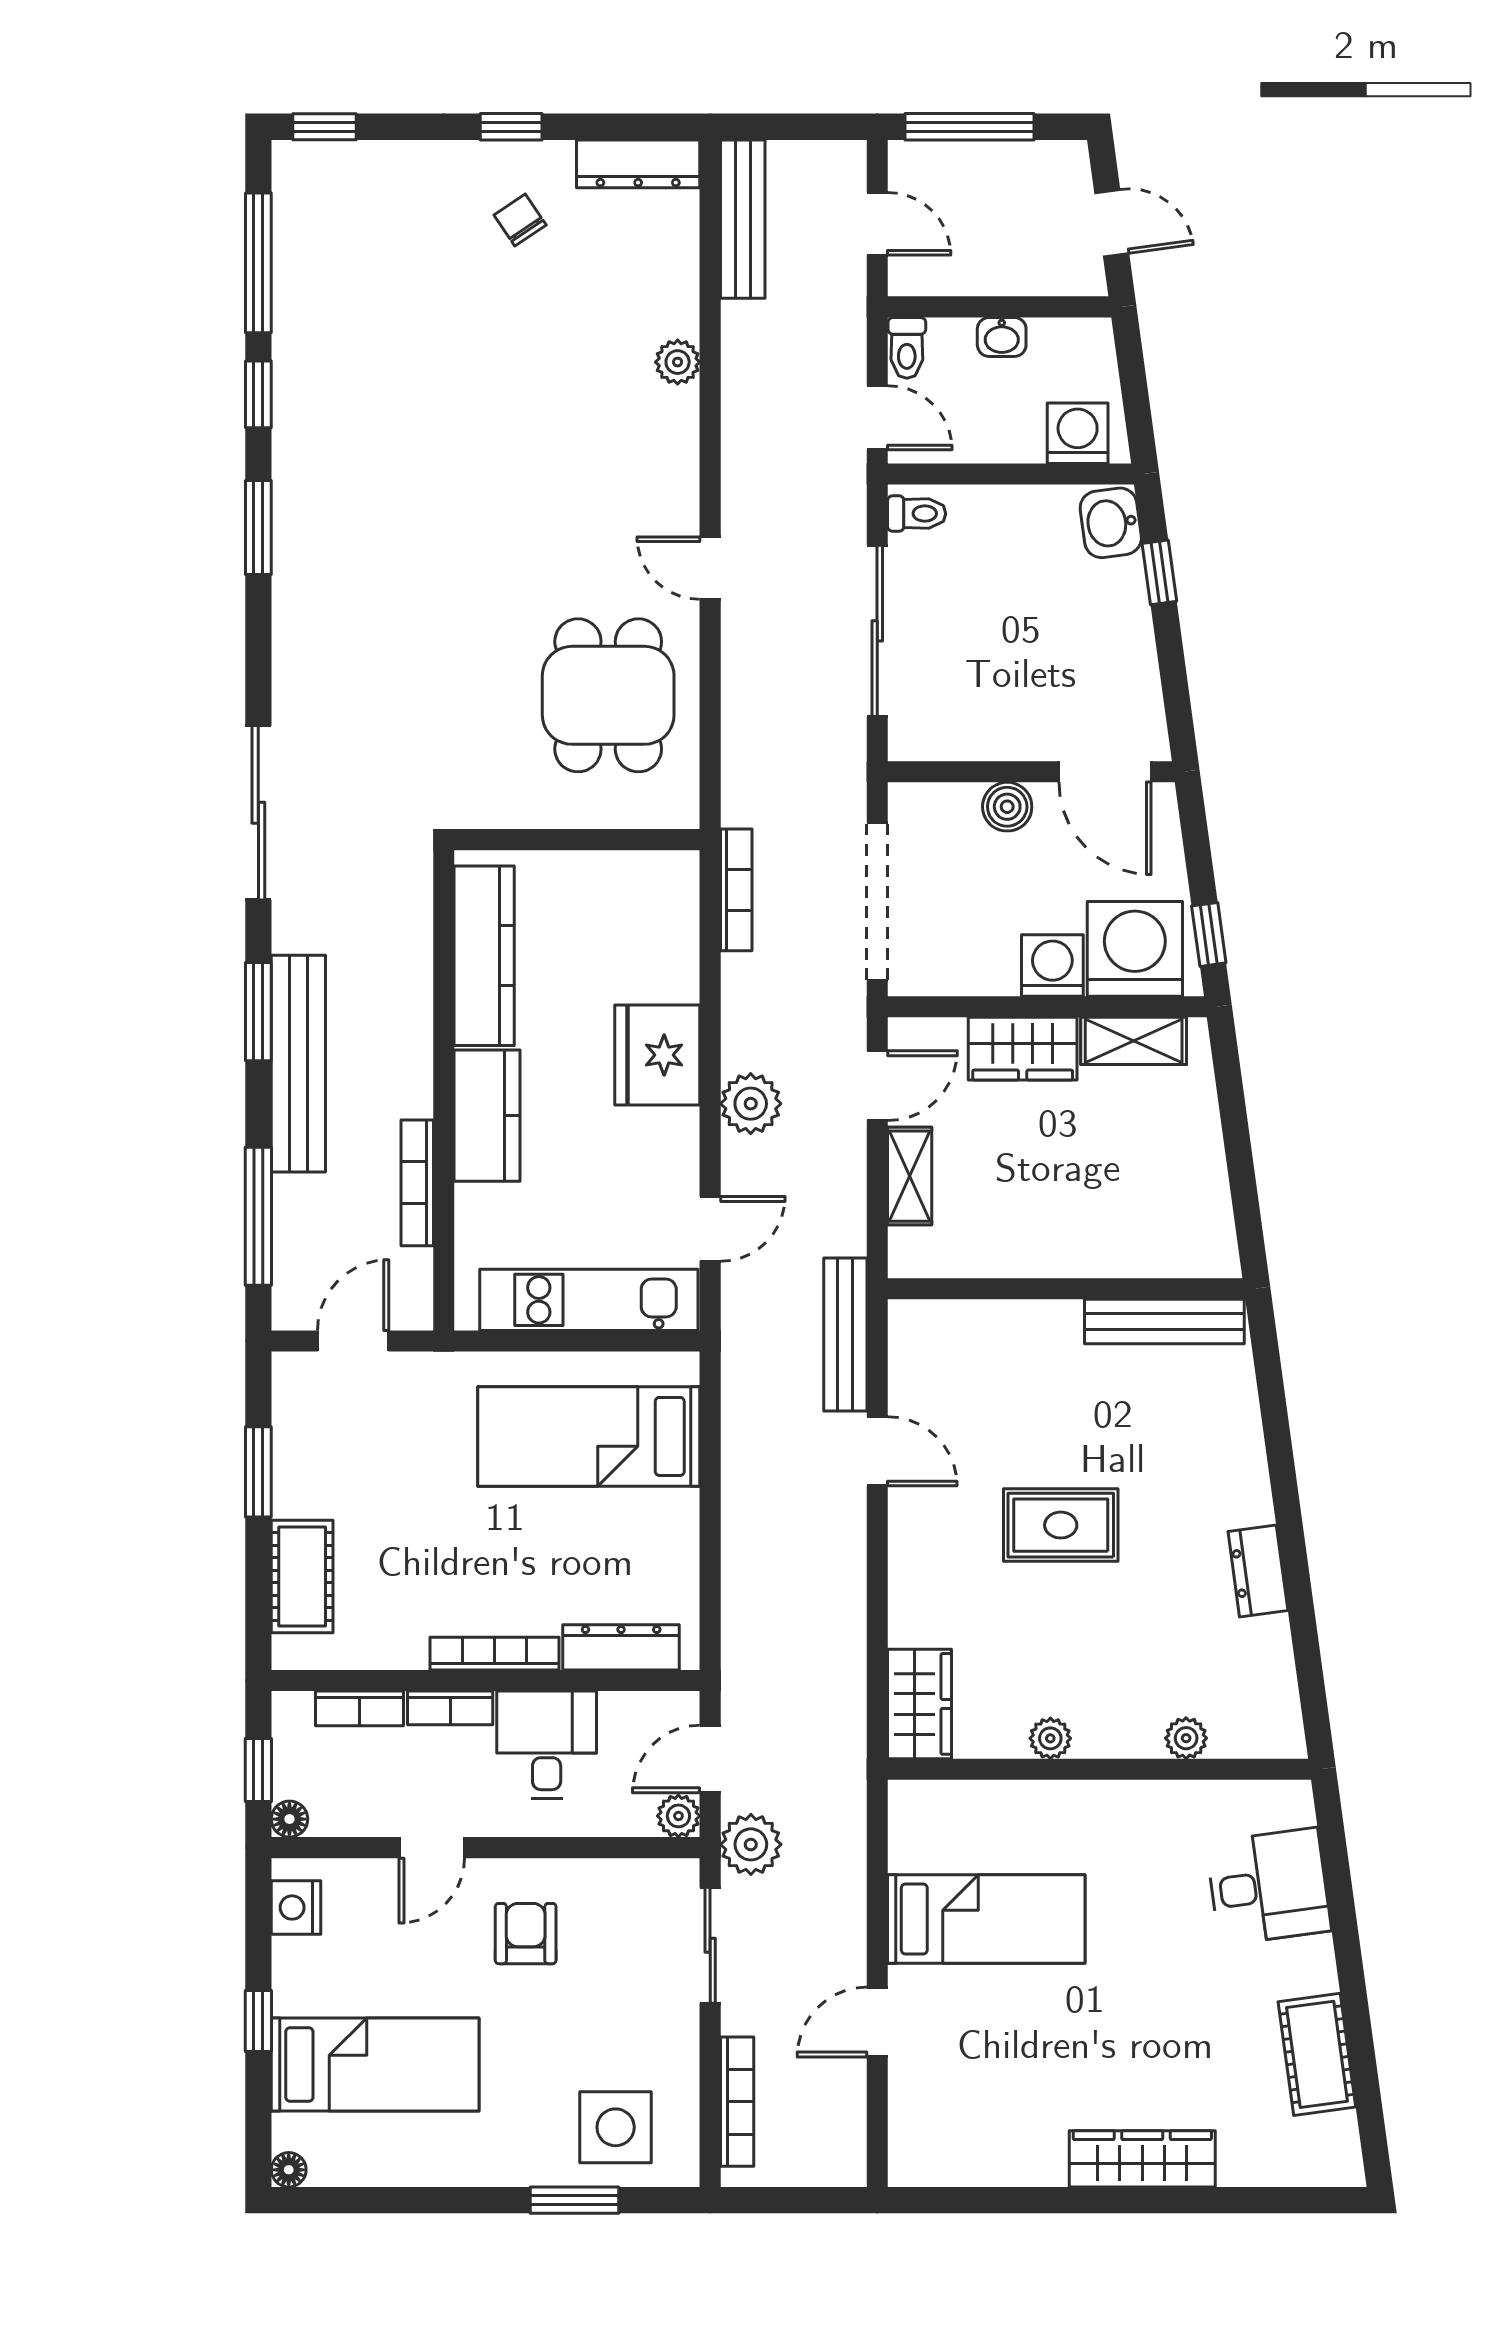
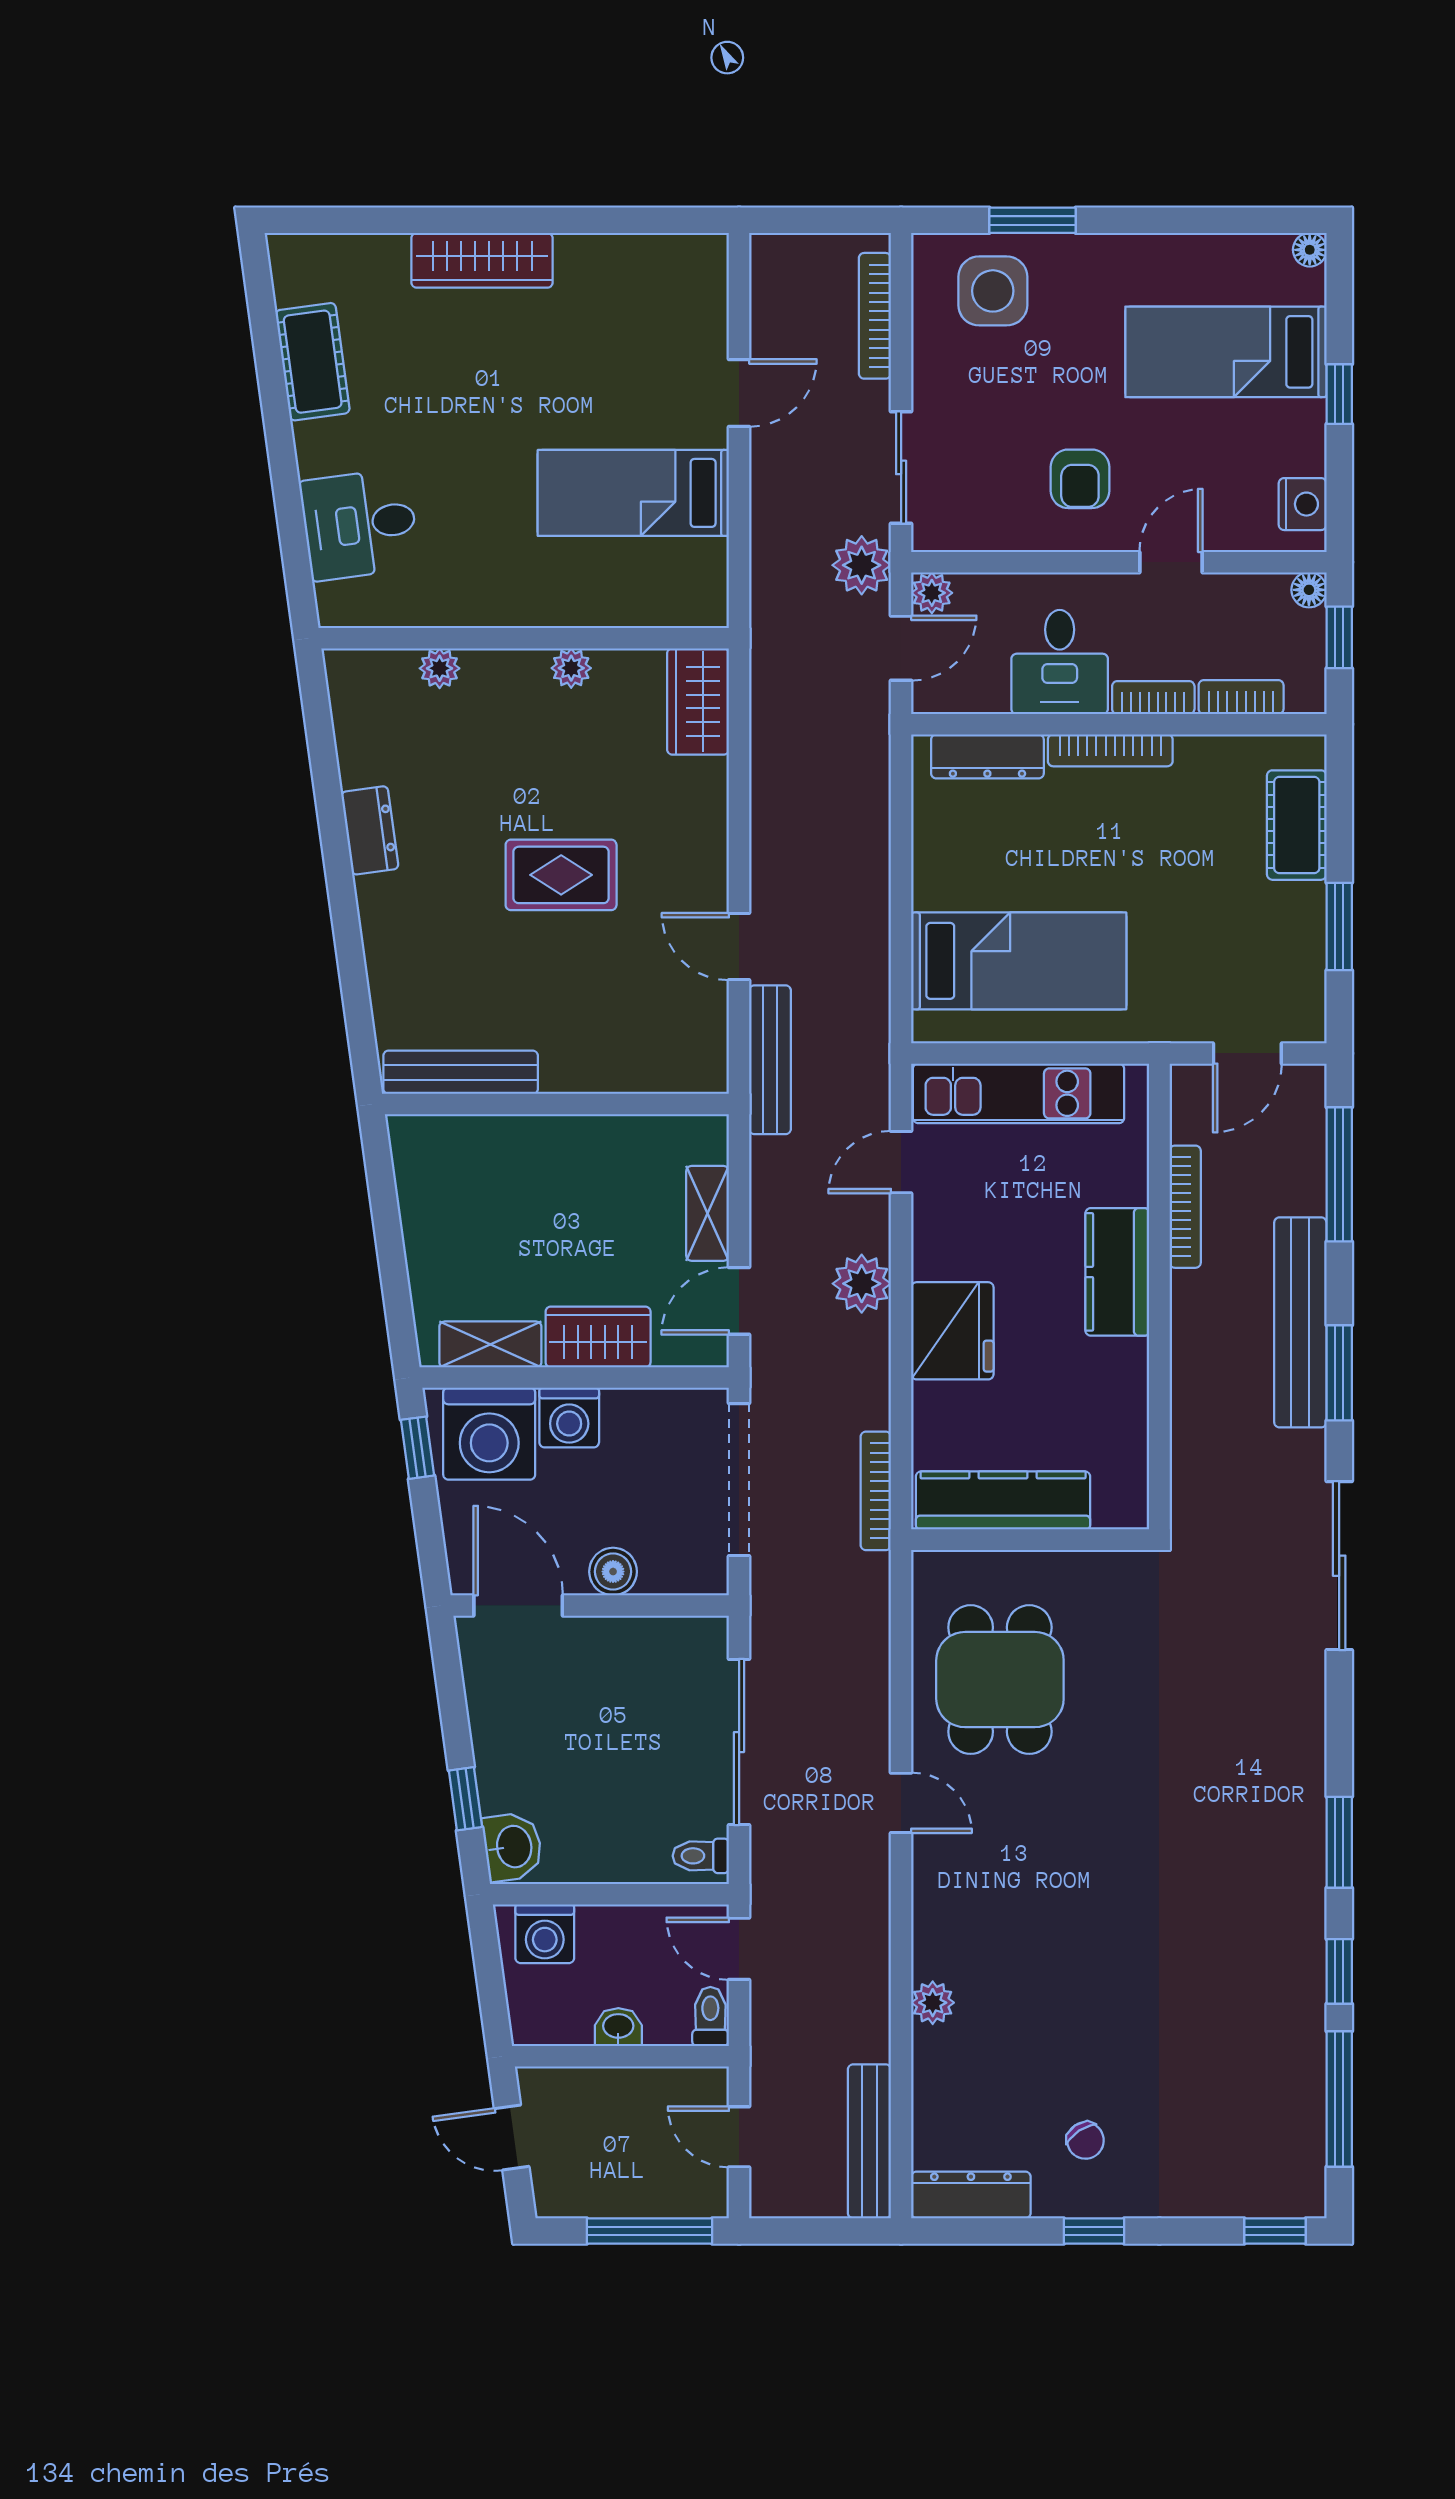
kitchen counter: (484, 956) -> (1003, 1500), moved, turned 90

